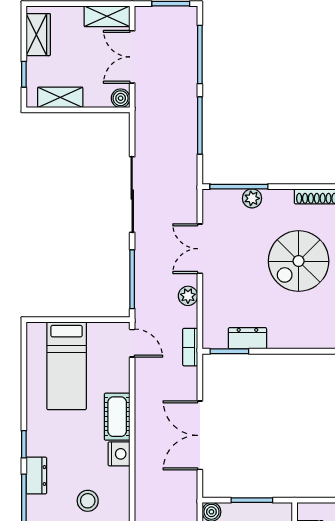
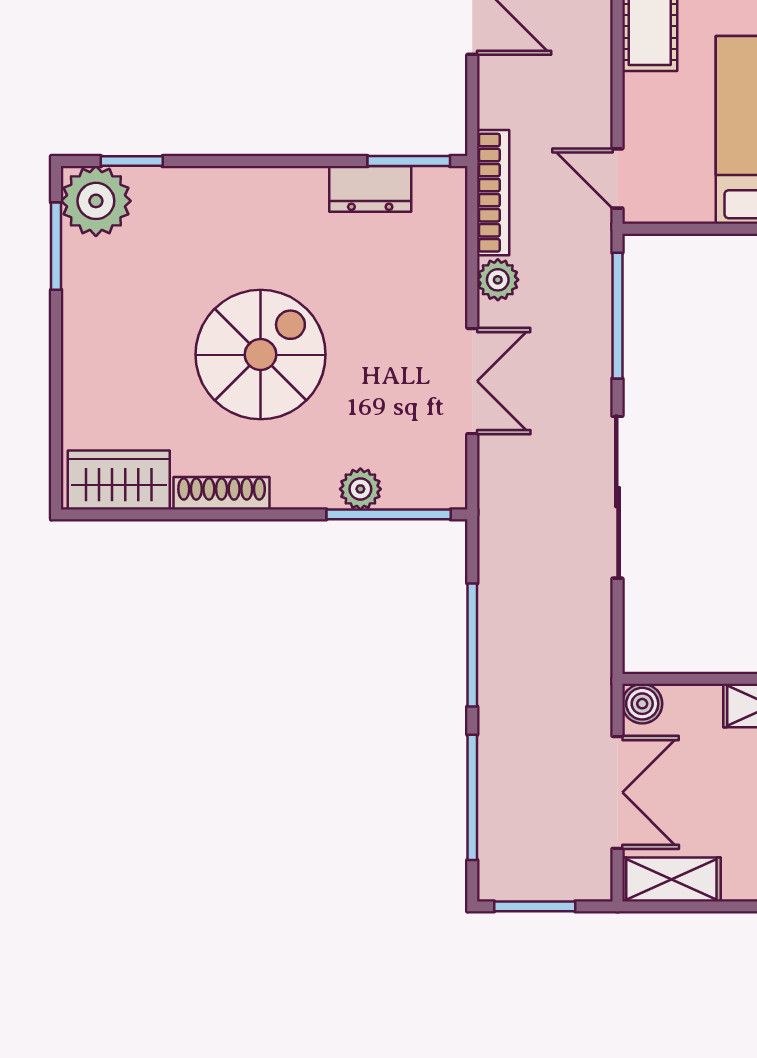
bookcase: (190, 347) -> (493, 193), width x1.56

